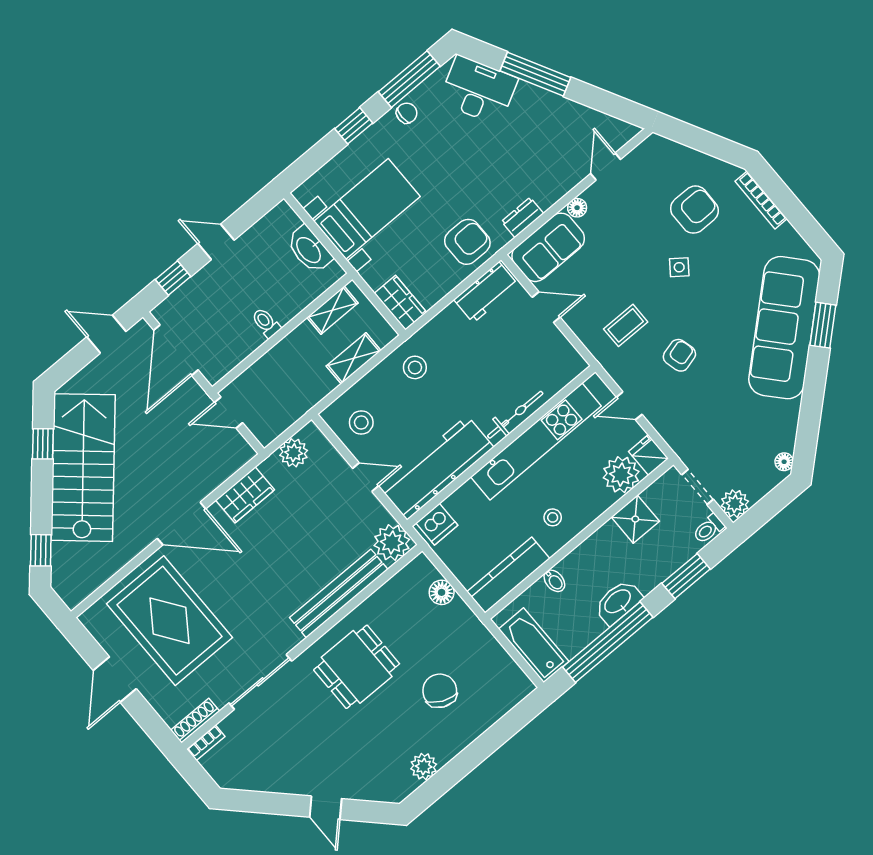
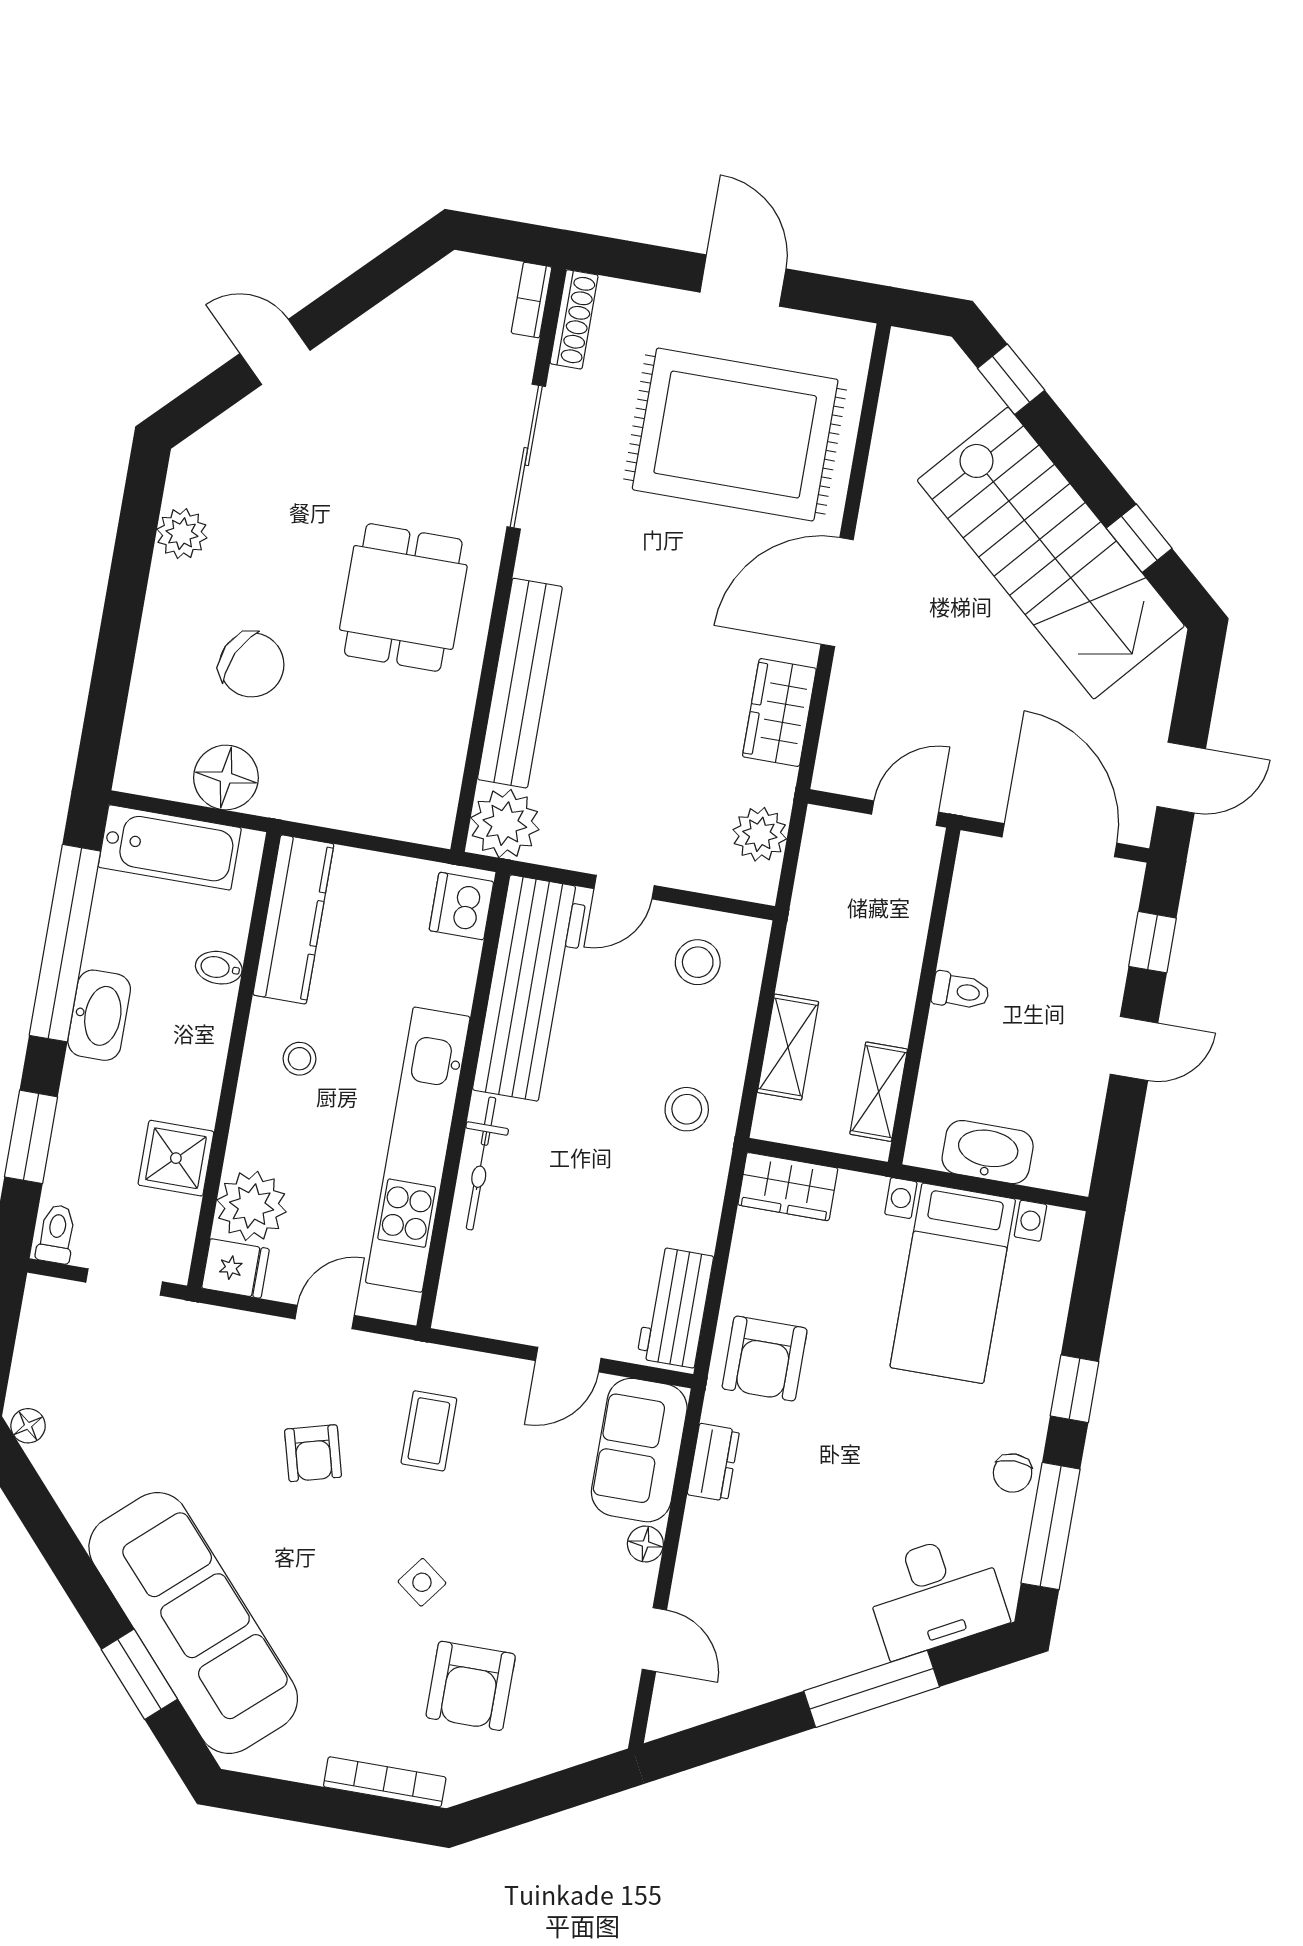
plant: (735, 504) -> (49, 1303), removed
floor lamp: (442, 592) -> (226, 777), moved, width x1.38, depth x1.38

